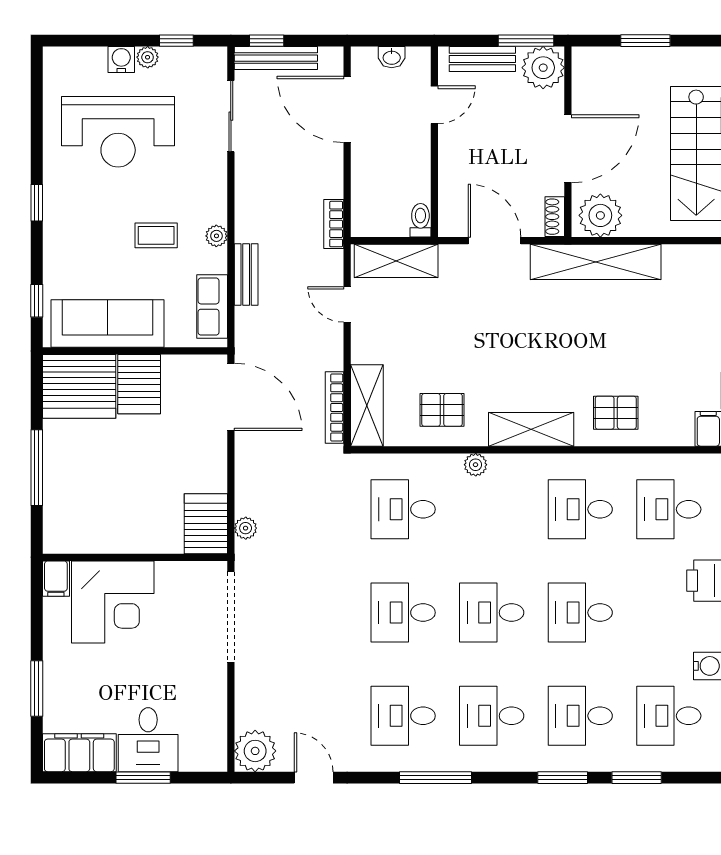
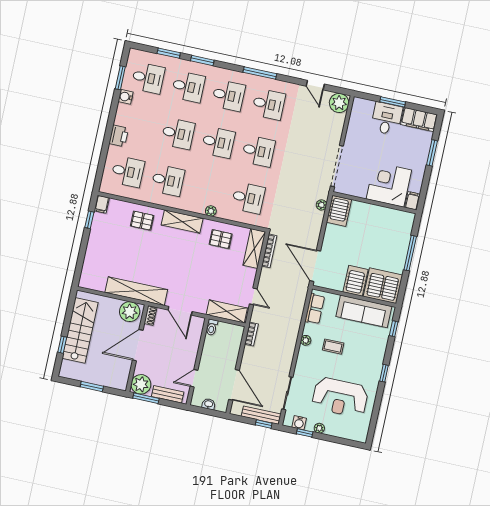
water cooler: (121, 60) -> (299, 423), moved
reception desk: (118, 132) -> (340, 397), turned 180
bench: (246, 275) -> (296, 320), removed

